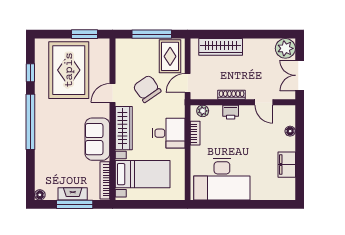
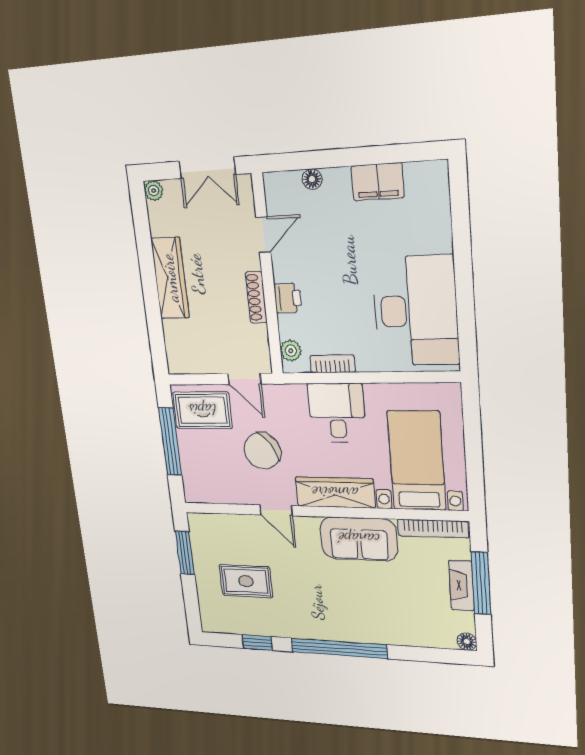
wardrobe: (221, 47) -> (170, 278), moved
plant: (285, 48) -> (154, 191), width x0.53, depth x0.53
rug: (69, 70) -> (246, 581), width x0.54, depth x0.49

